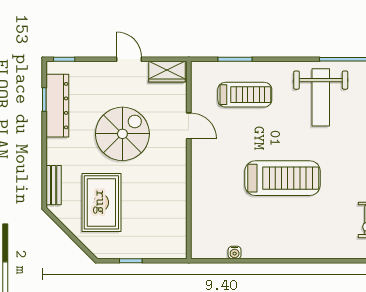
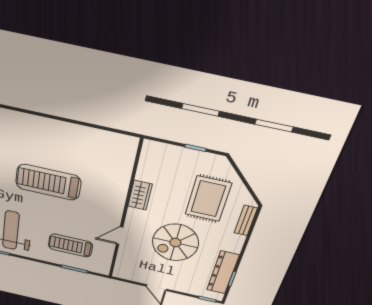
wardrobe: (167, 72) -> (140, 195), moved, turned 90
door: (189, 126) -> (120, 236), hinge flipped
water cooler: (235, 252) -> (99, 134), removed

